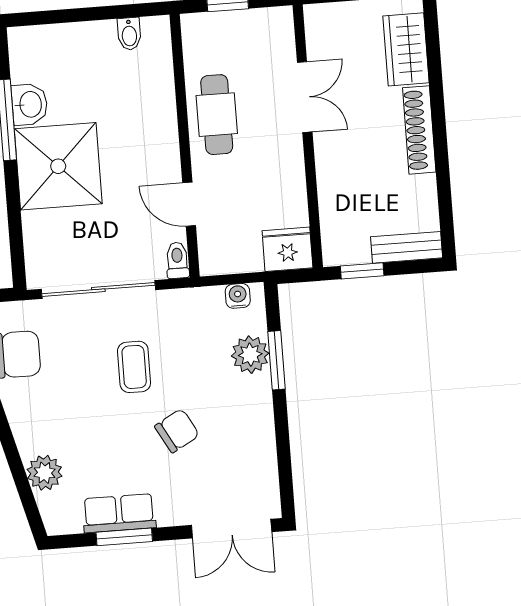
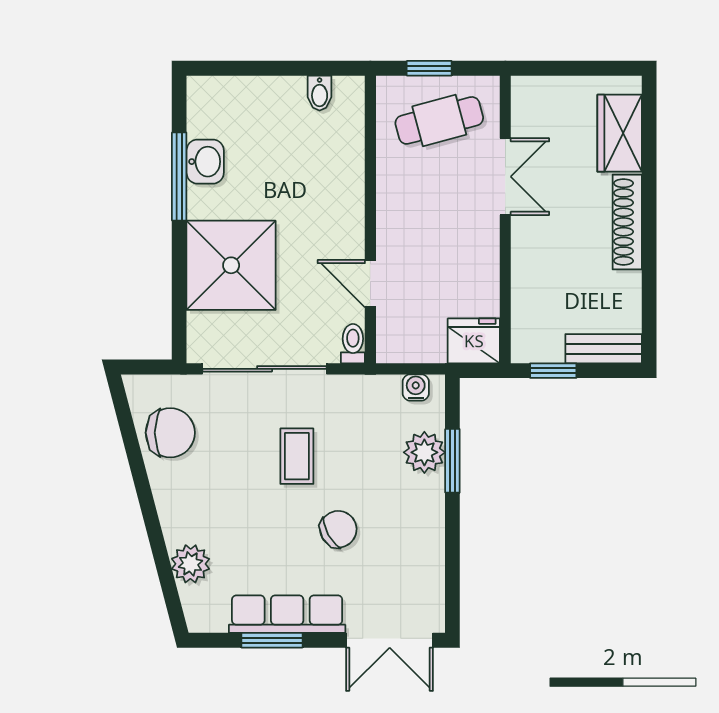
cafe table: (217, 115) -> (439, 120), moved, turned 75
shower: (58, 166) -> (231, 265), moved
row of seats: (119, 513) -> (287, 614), width x1.48

